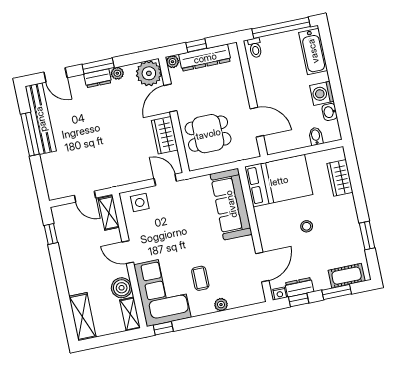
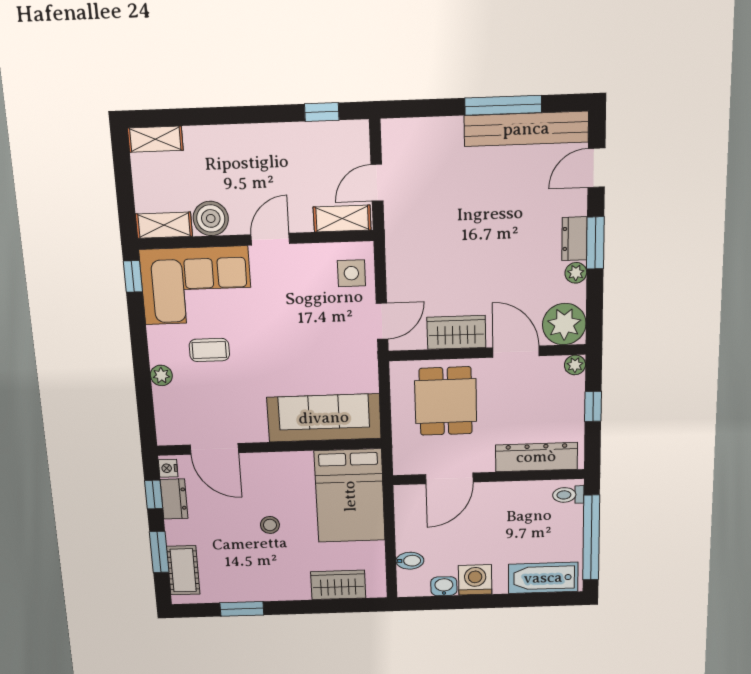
dresser: (205, 58) -> (536, 457), moved, turned 90
shelving: (82, 317) -> (155, 139), width x0.67, depth x0.75

